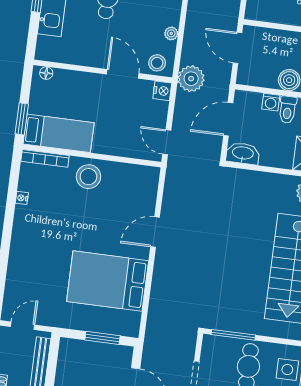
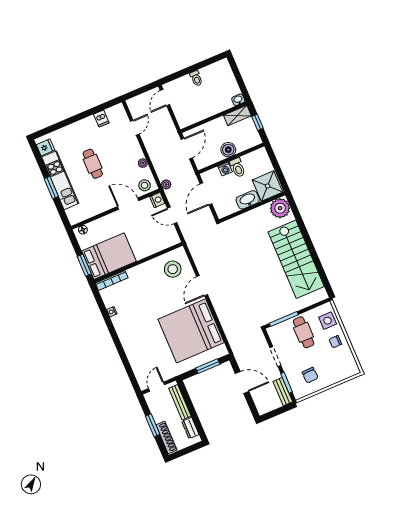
door: (237, 48) -> (187, 149), swing flipped
plant: (191, 79) -> (166, 184), width x0.53, depth x0.53
bed: (59, 133) -> (109, 256), width x1.50
door: (167, 142) -> (172, 215), moved
washbasin: (243, 153) -> (248, 200), moved
stool: (88, 177) -> (173, 269), moved
bed: (108, 281) -> (191, 331), width x1.36

